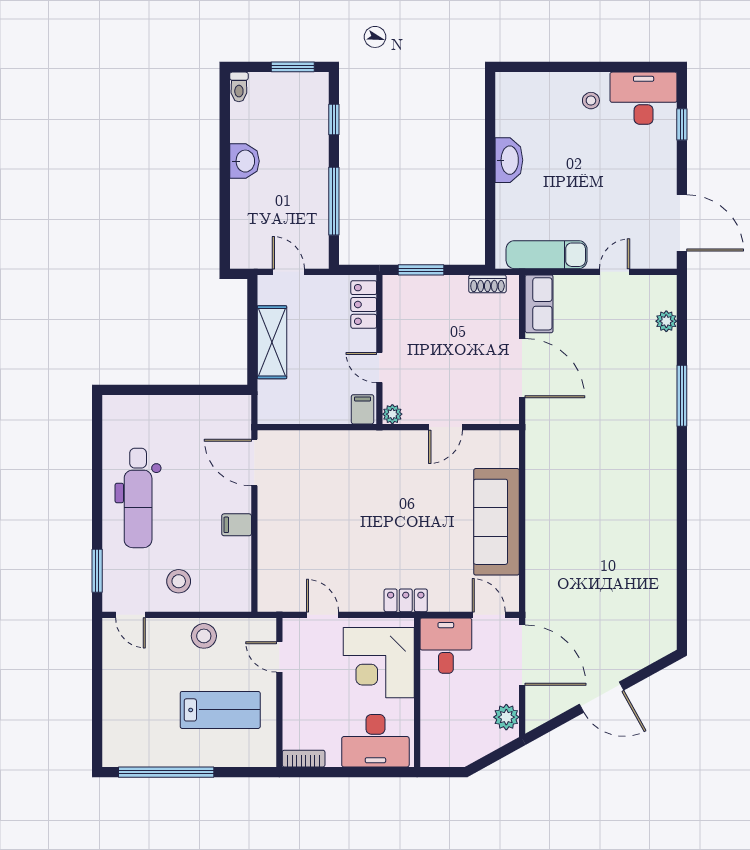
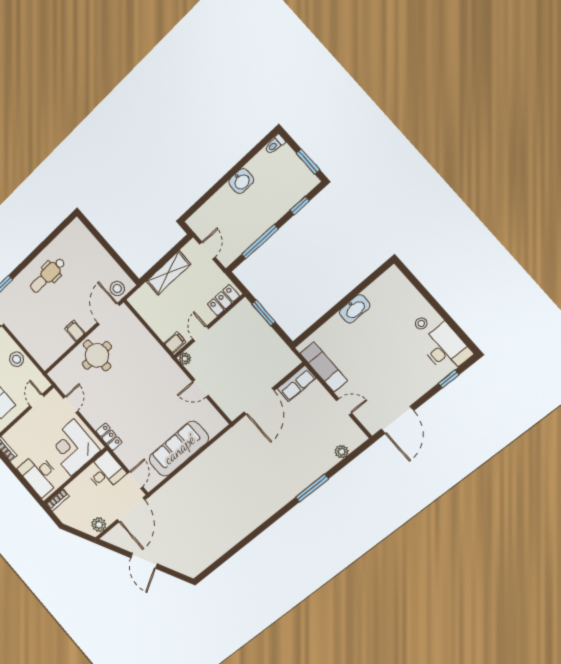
shoe rack: (487, 284) -> (285, 351), removed
dental chair: (138, 498) -> (48, 275), width x0.73, depth x0.72
round table: (292, 524) -> (97, 355), added
stool: (179, 581) -> (117, 289), moved
bookcase: (429, 746) -> (58, 500), added

